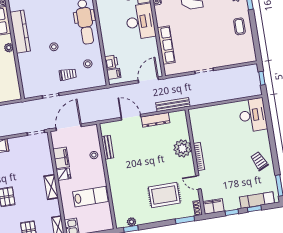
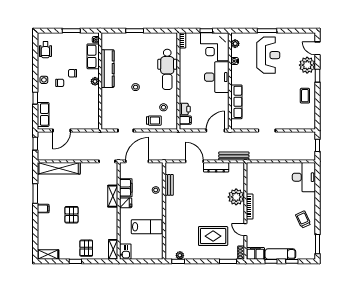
trolley: (68, 74) -> (154, 121), moved
shelving: (51, 187) -> (113, 196), moved
exam couch: (257, 200) -> (280, 254), moved

